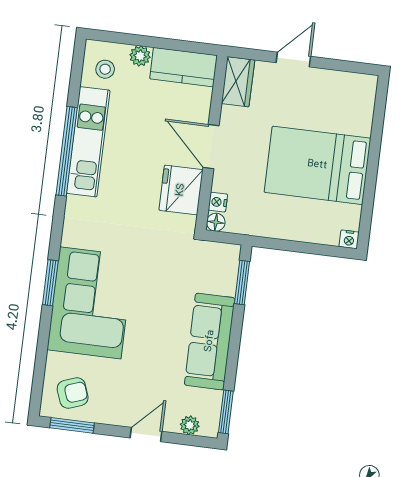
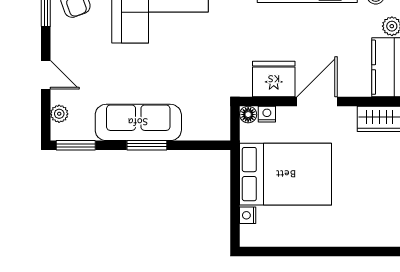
bed: (317, 165) -> (286, 174), moved, turned 90
nightstand: (349, 239) -> (248, 215), moved
window: (242, 282) -> (147, 145), moved

